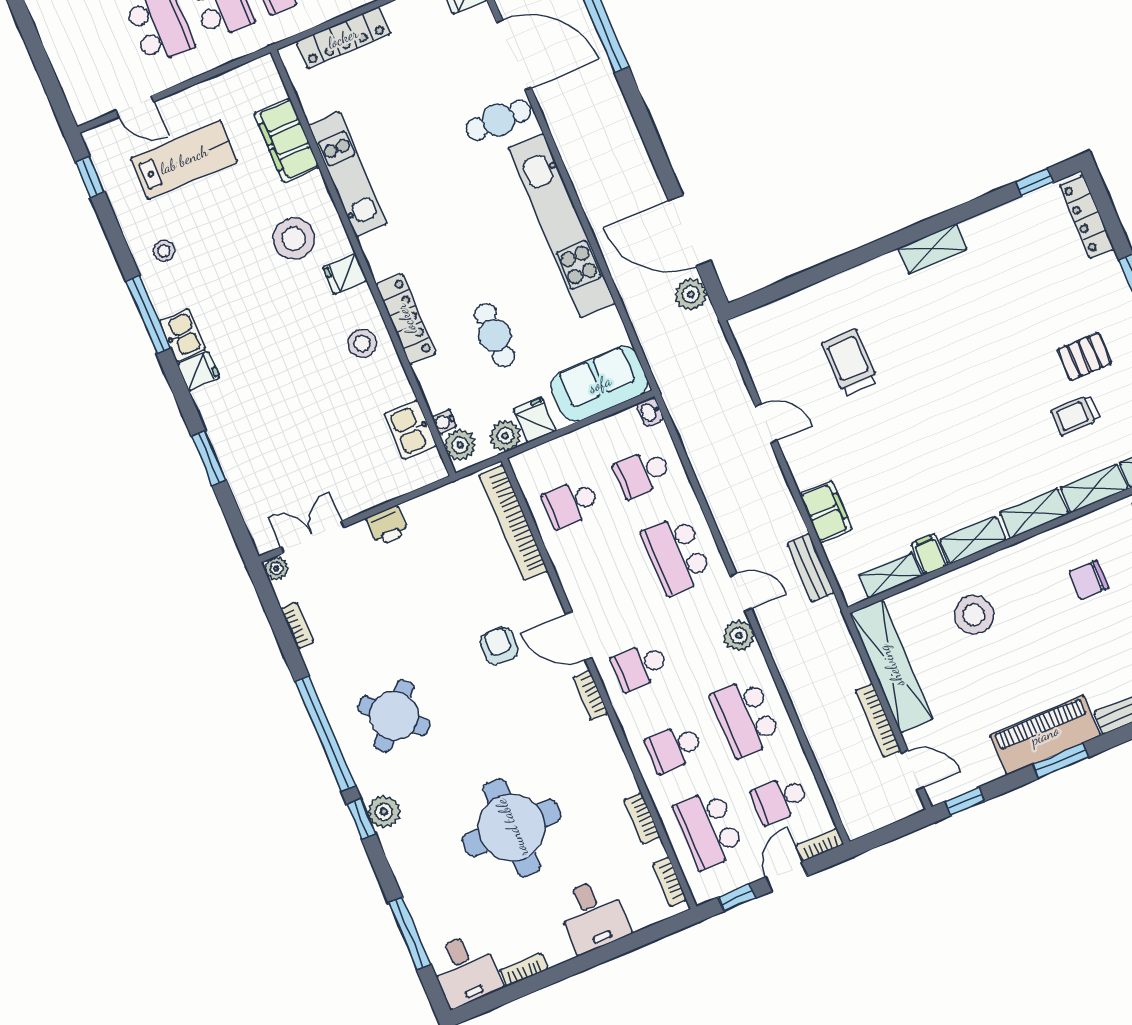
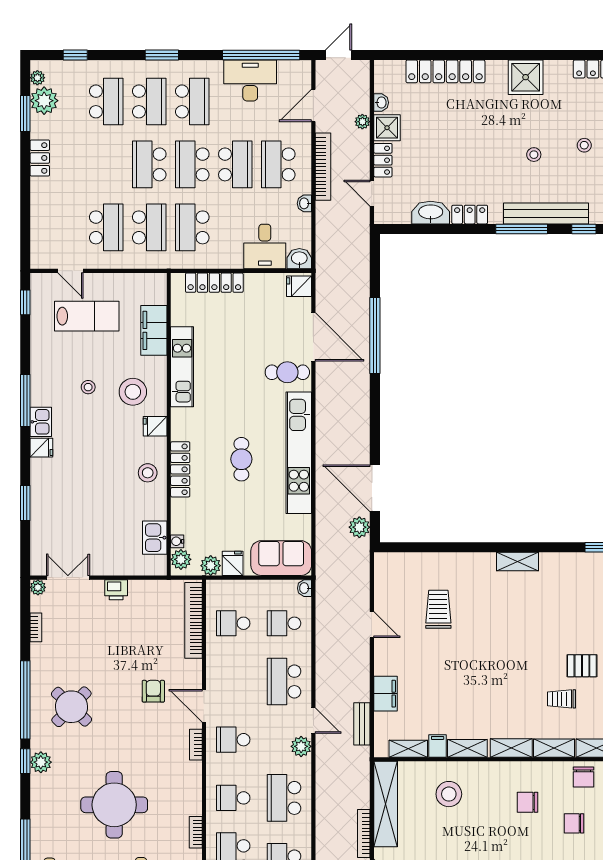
stool: (164, 251) -> (88, 387), moved
cafe table: (494, 335) -> (241, 459), moved

